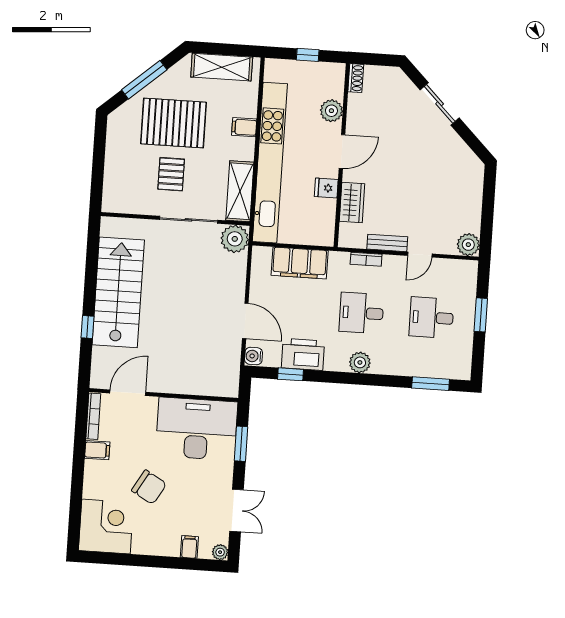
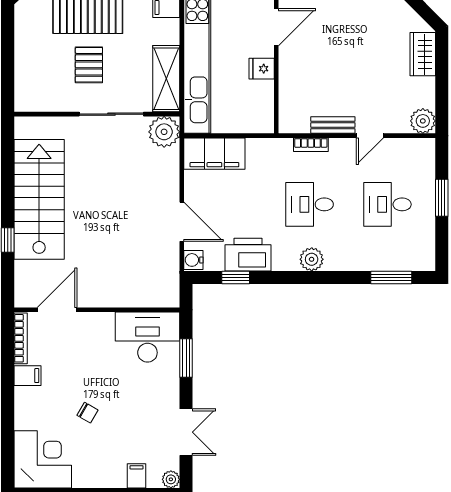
wardrobe: (352, 203) -> (423, 54), moved, turned 180
filing cabinet: (300, 263) -> (214, 154), moved
desk: (197, 429) -> (147, 337), width x0.73, depth x0.77
chair: (149, 487) -> (87, 413), width x0.54, depth x0.54

